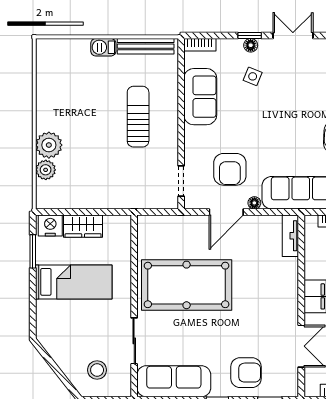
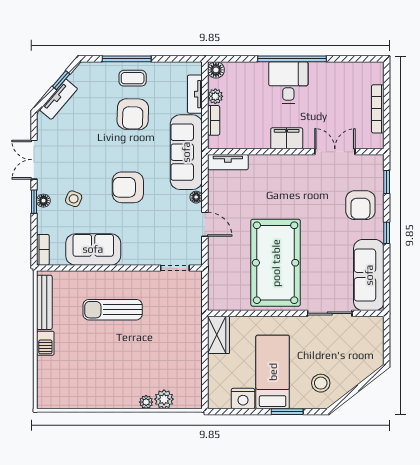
plant: (49, 145) -> (146, 402), width x0.53, depth x0.53
armchair: (230, 169) -> (128, 187), moved, turned 180
door: (226, 212) -> (205, 224), width x0.73
nightstand: (50, 226) -> (243, 399), moved, turned -90
wardrobe: (83, 226) -> (219, 335), moved
window: (33, 251) -> (287, 412), moved
stool: (97, 370) -> (321, 383), moved
armchair: (246, 373) -> (360, 205), turned 180

